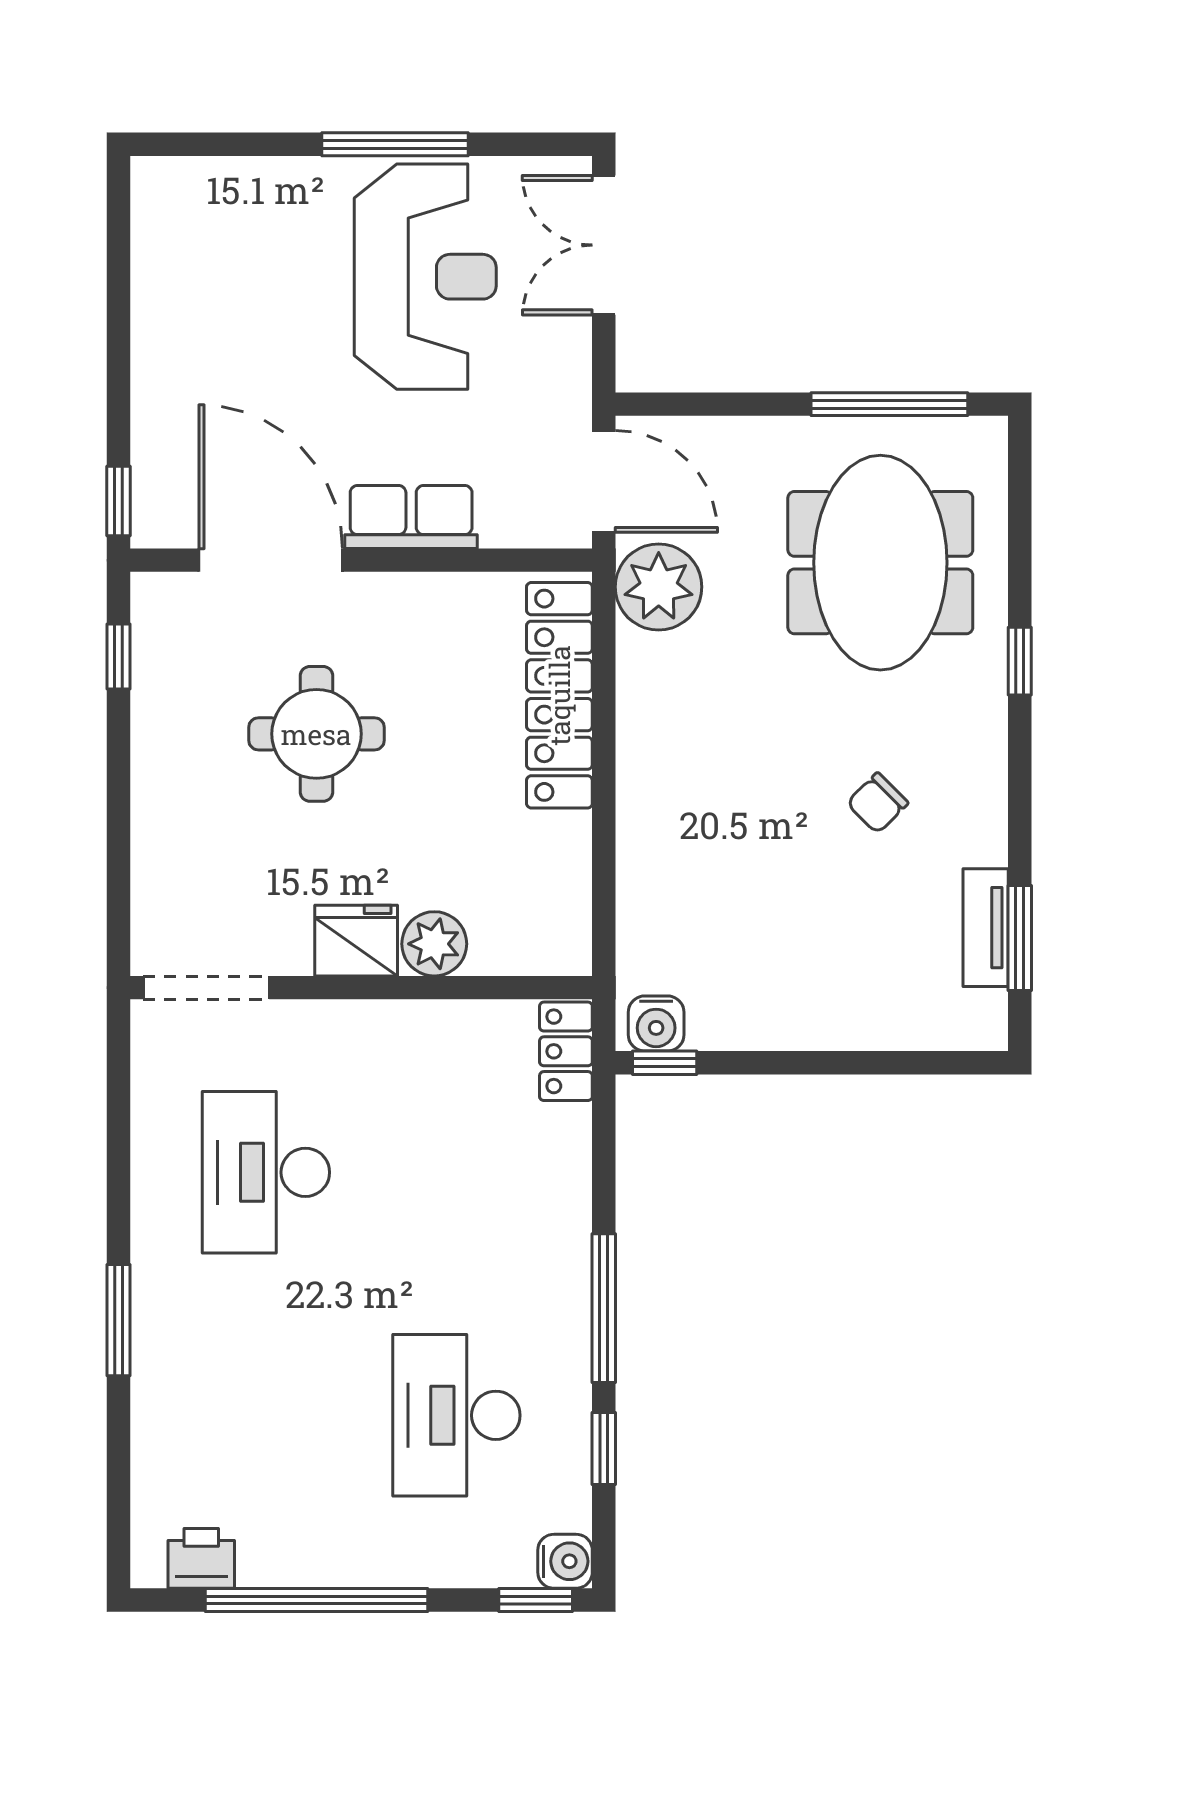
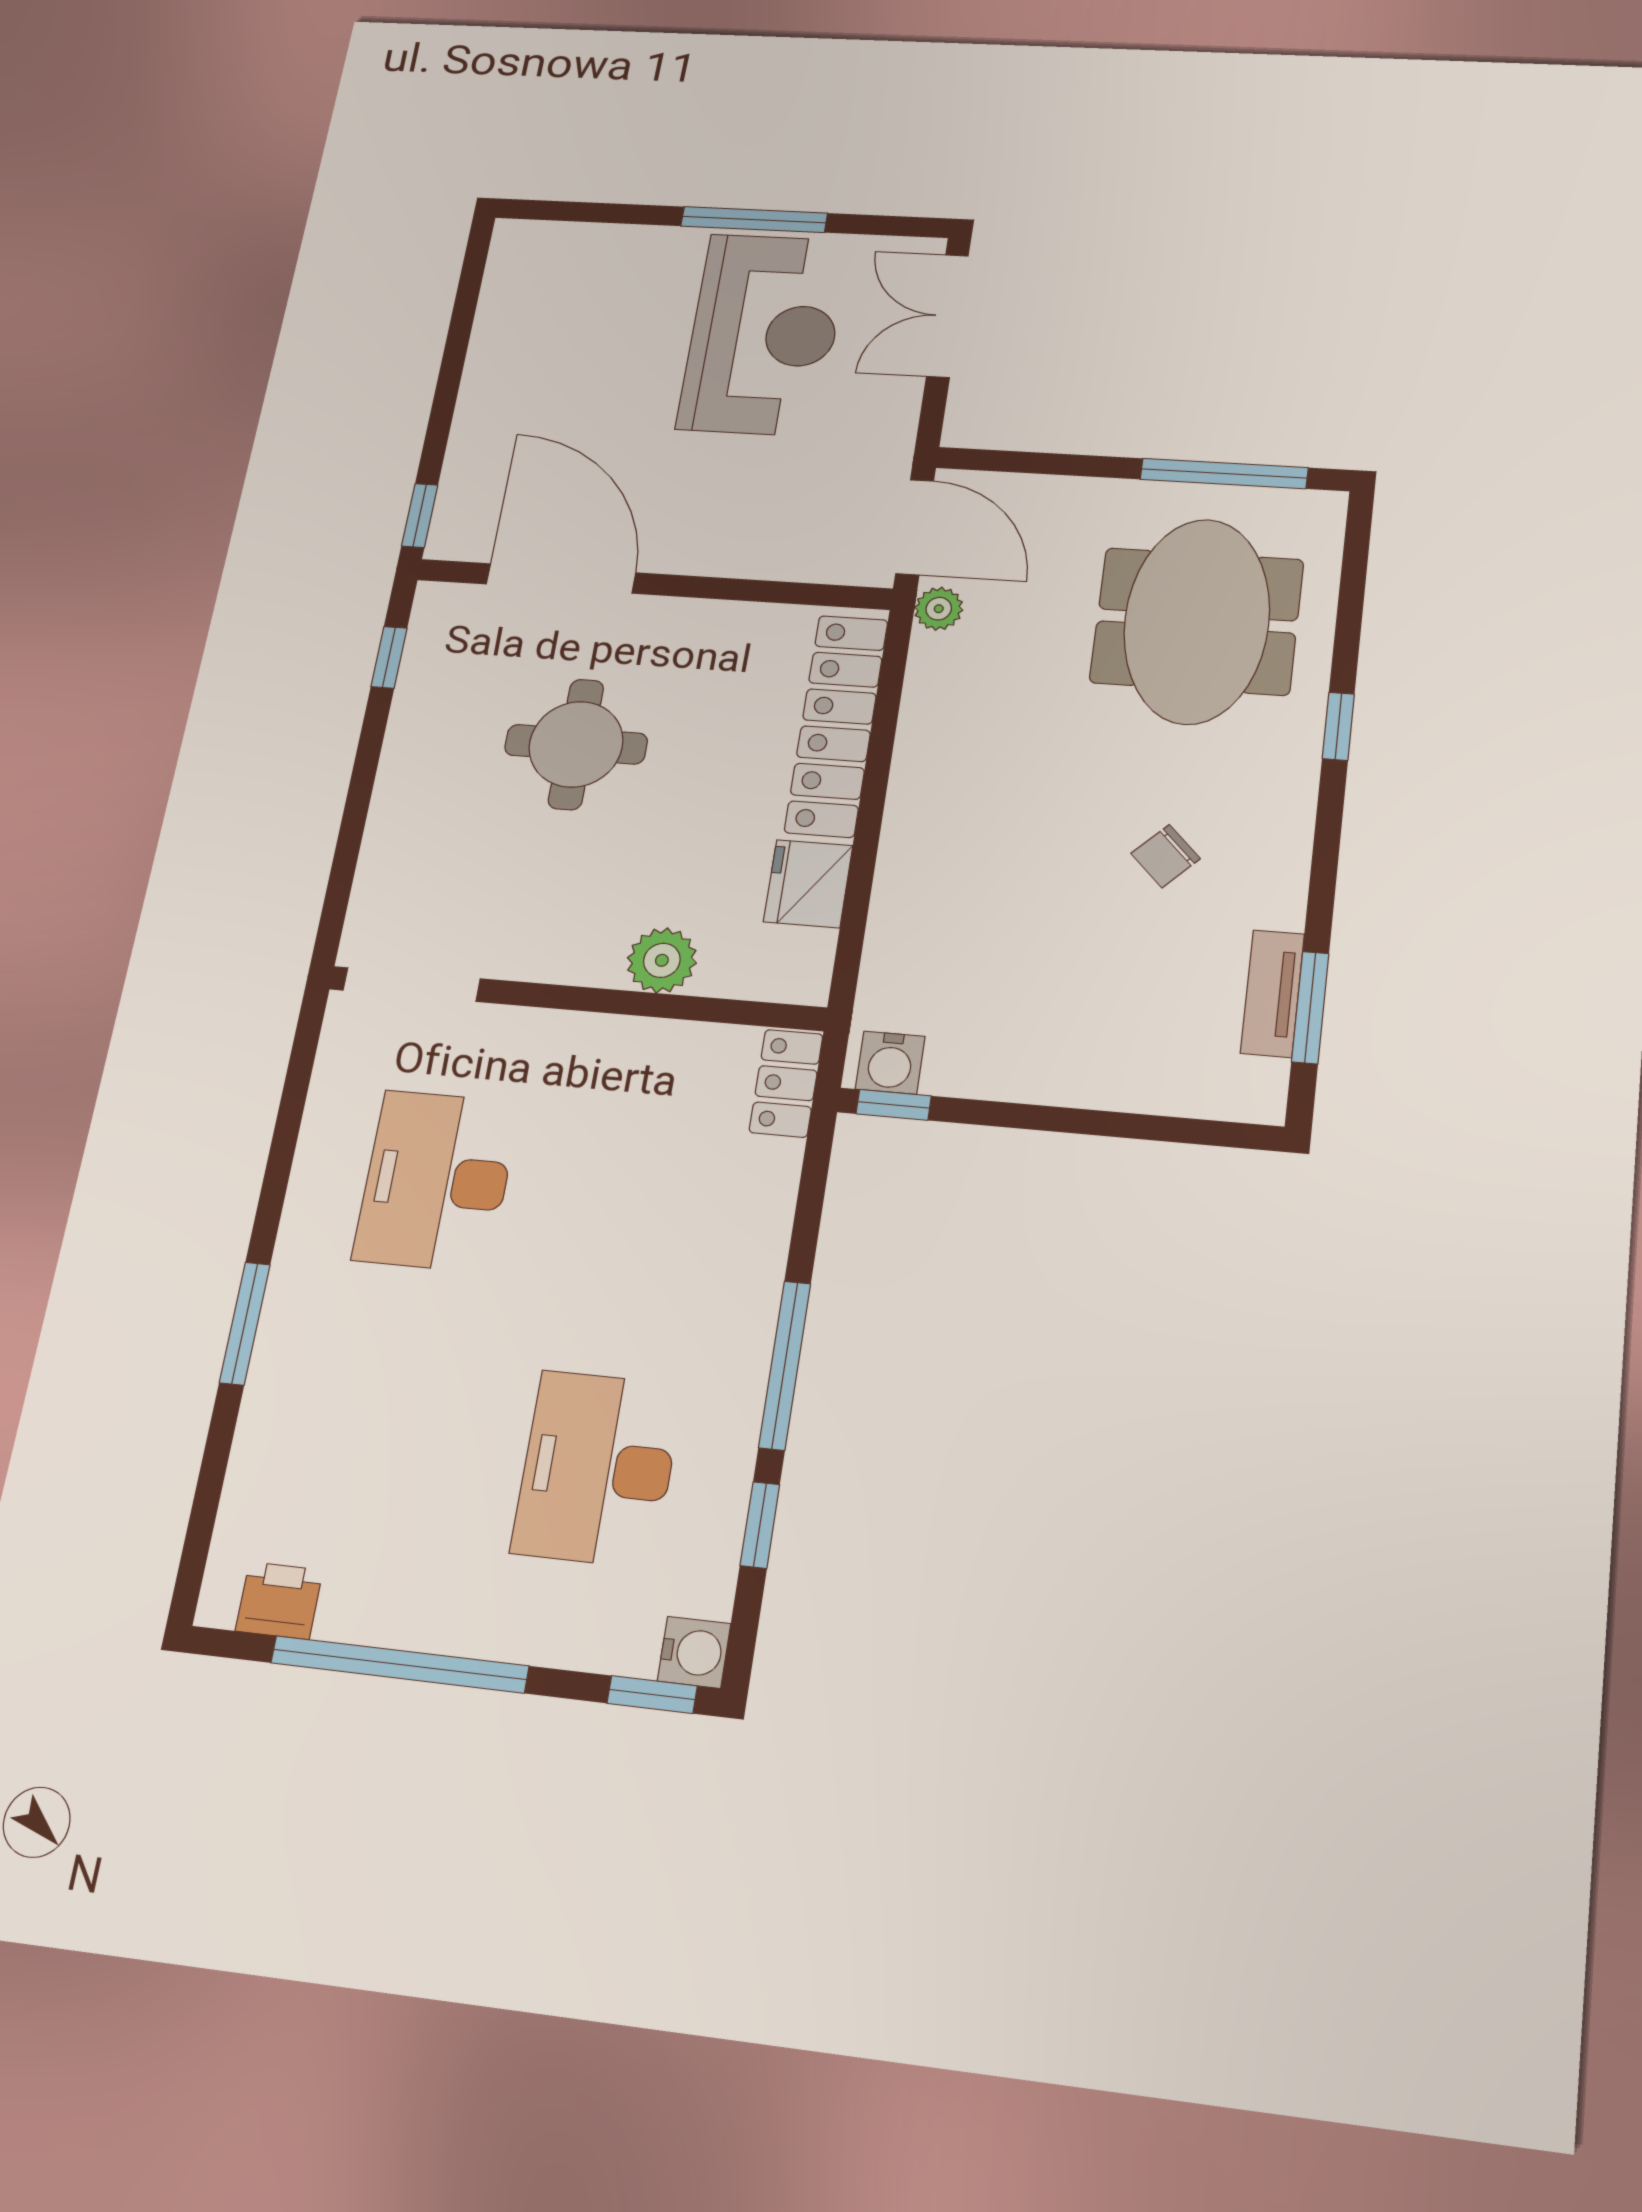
row of seats: (411, 517) -> (711, 548), removed
plant: (659, 587) -> (939, 609), width x0.53, depth x0.53
fridge: (356, 941) -> (808, 884), moved, turned -90

